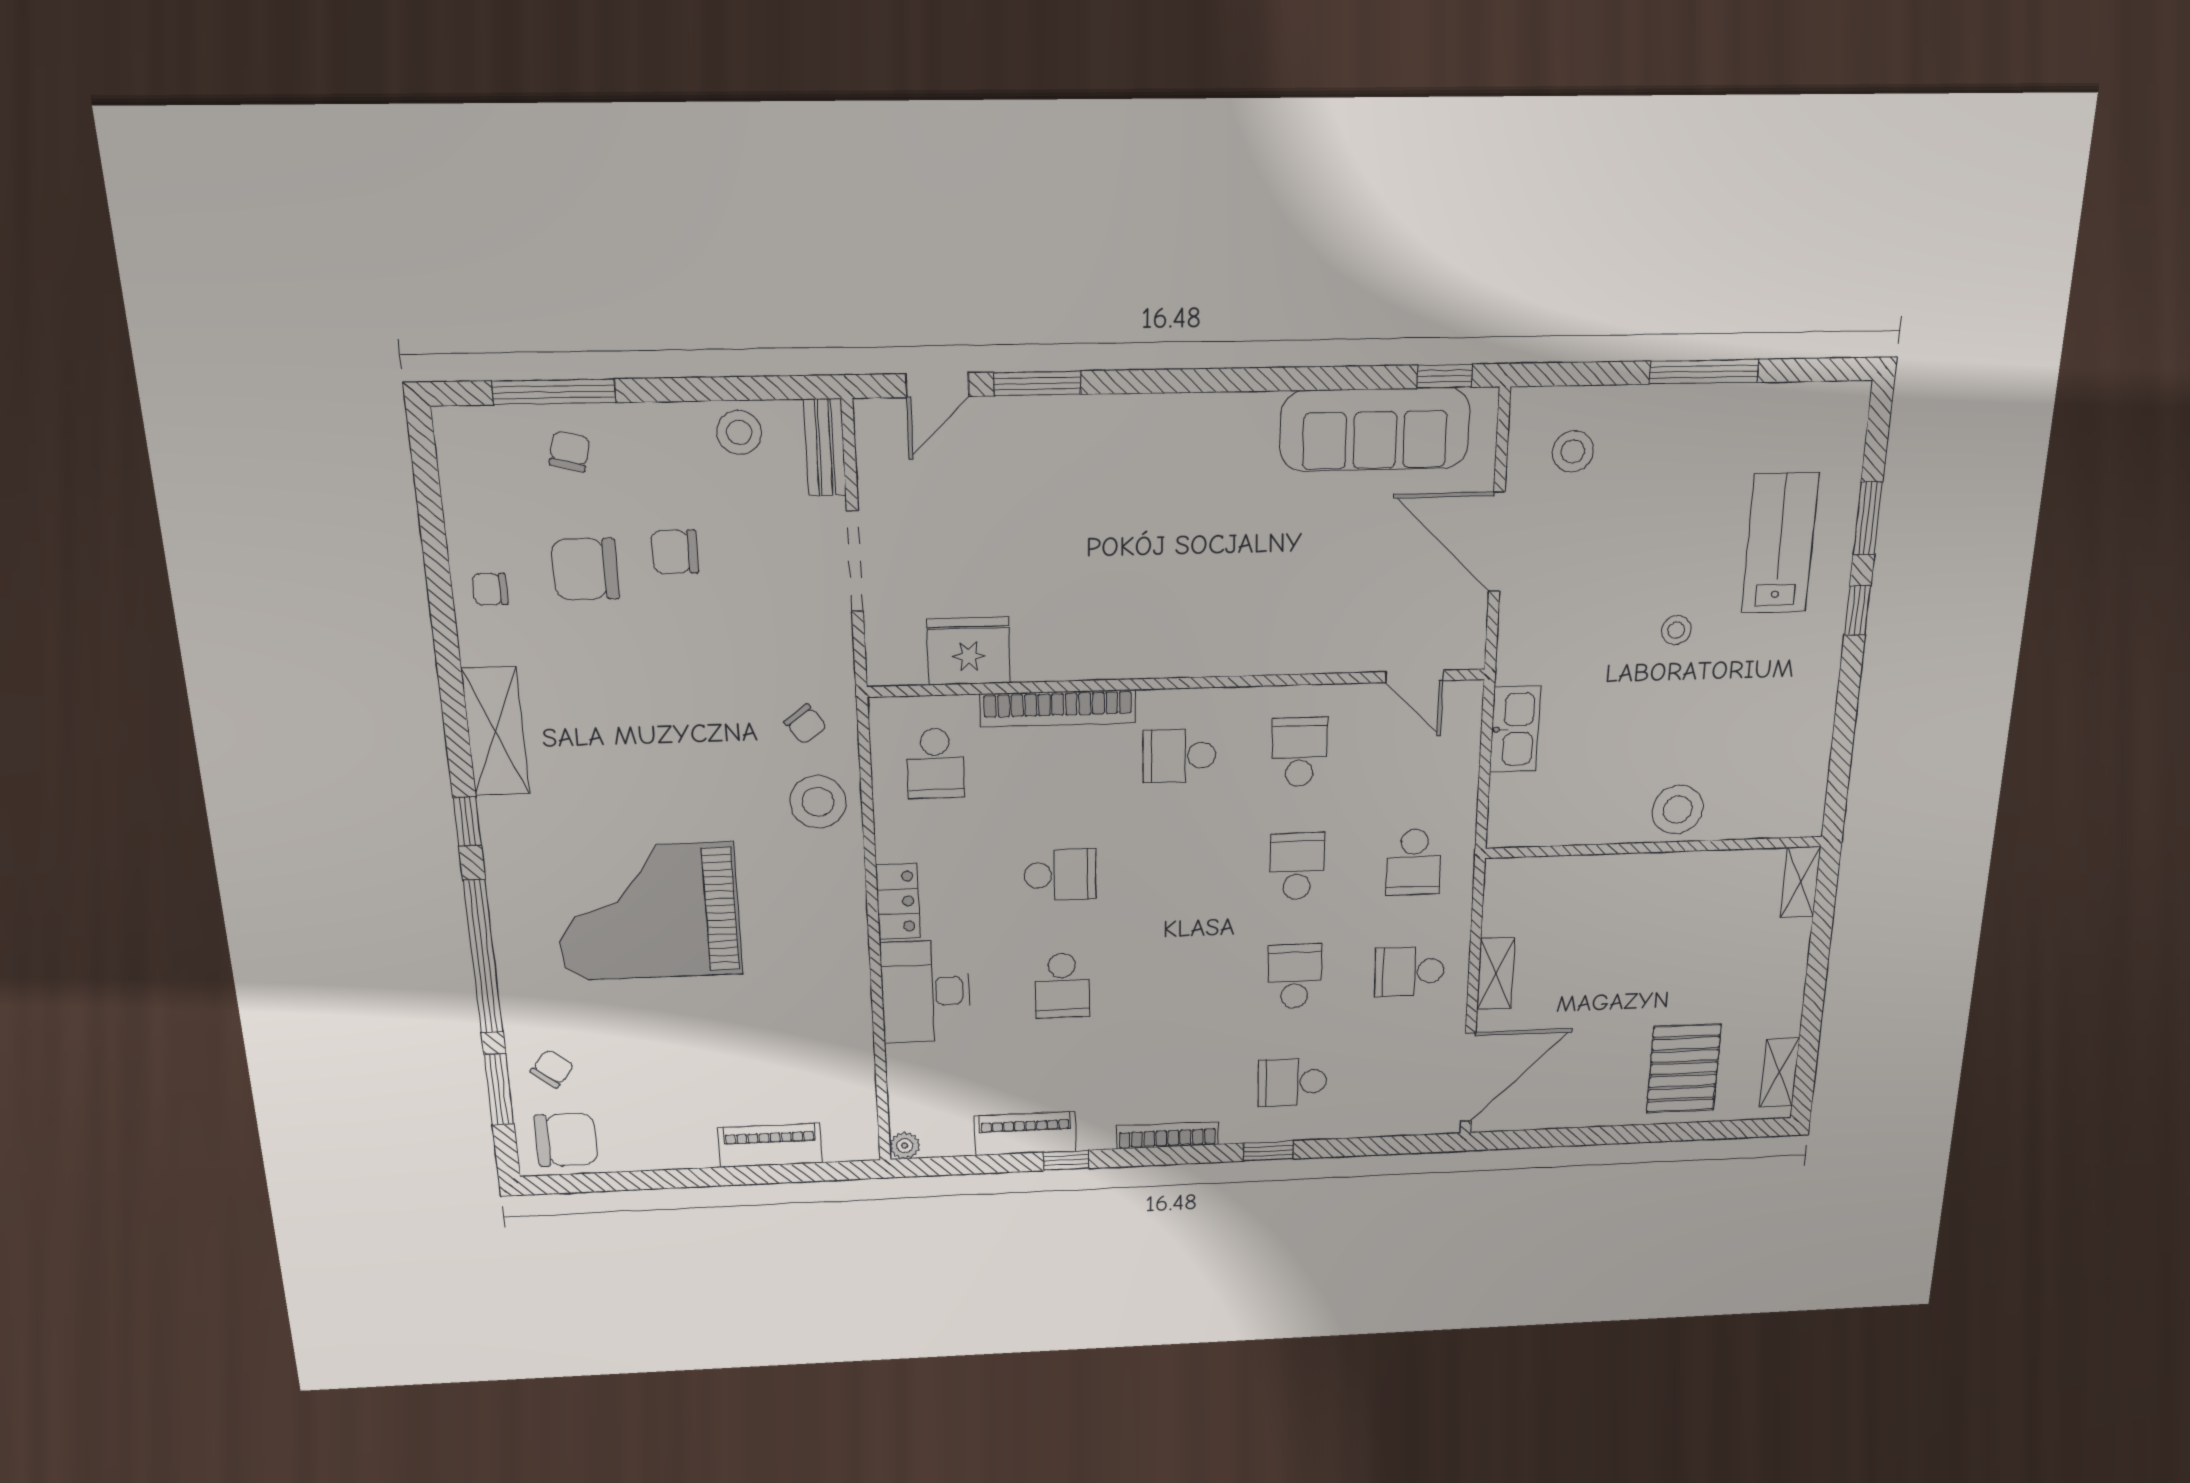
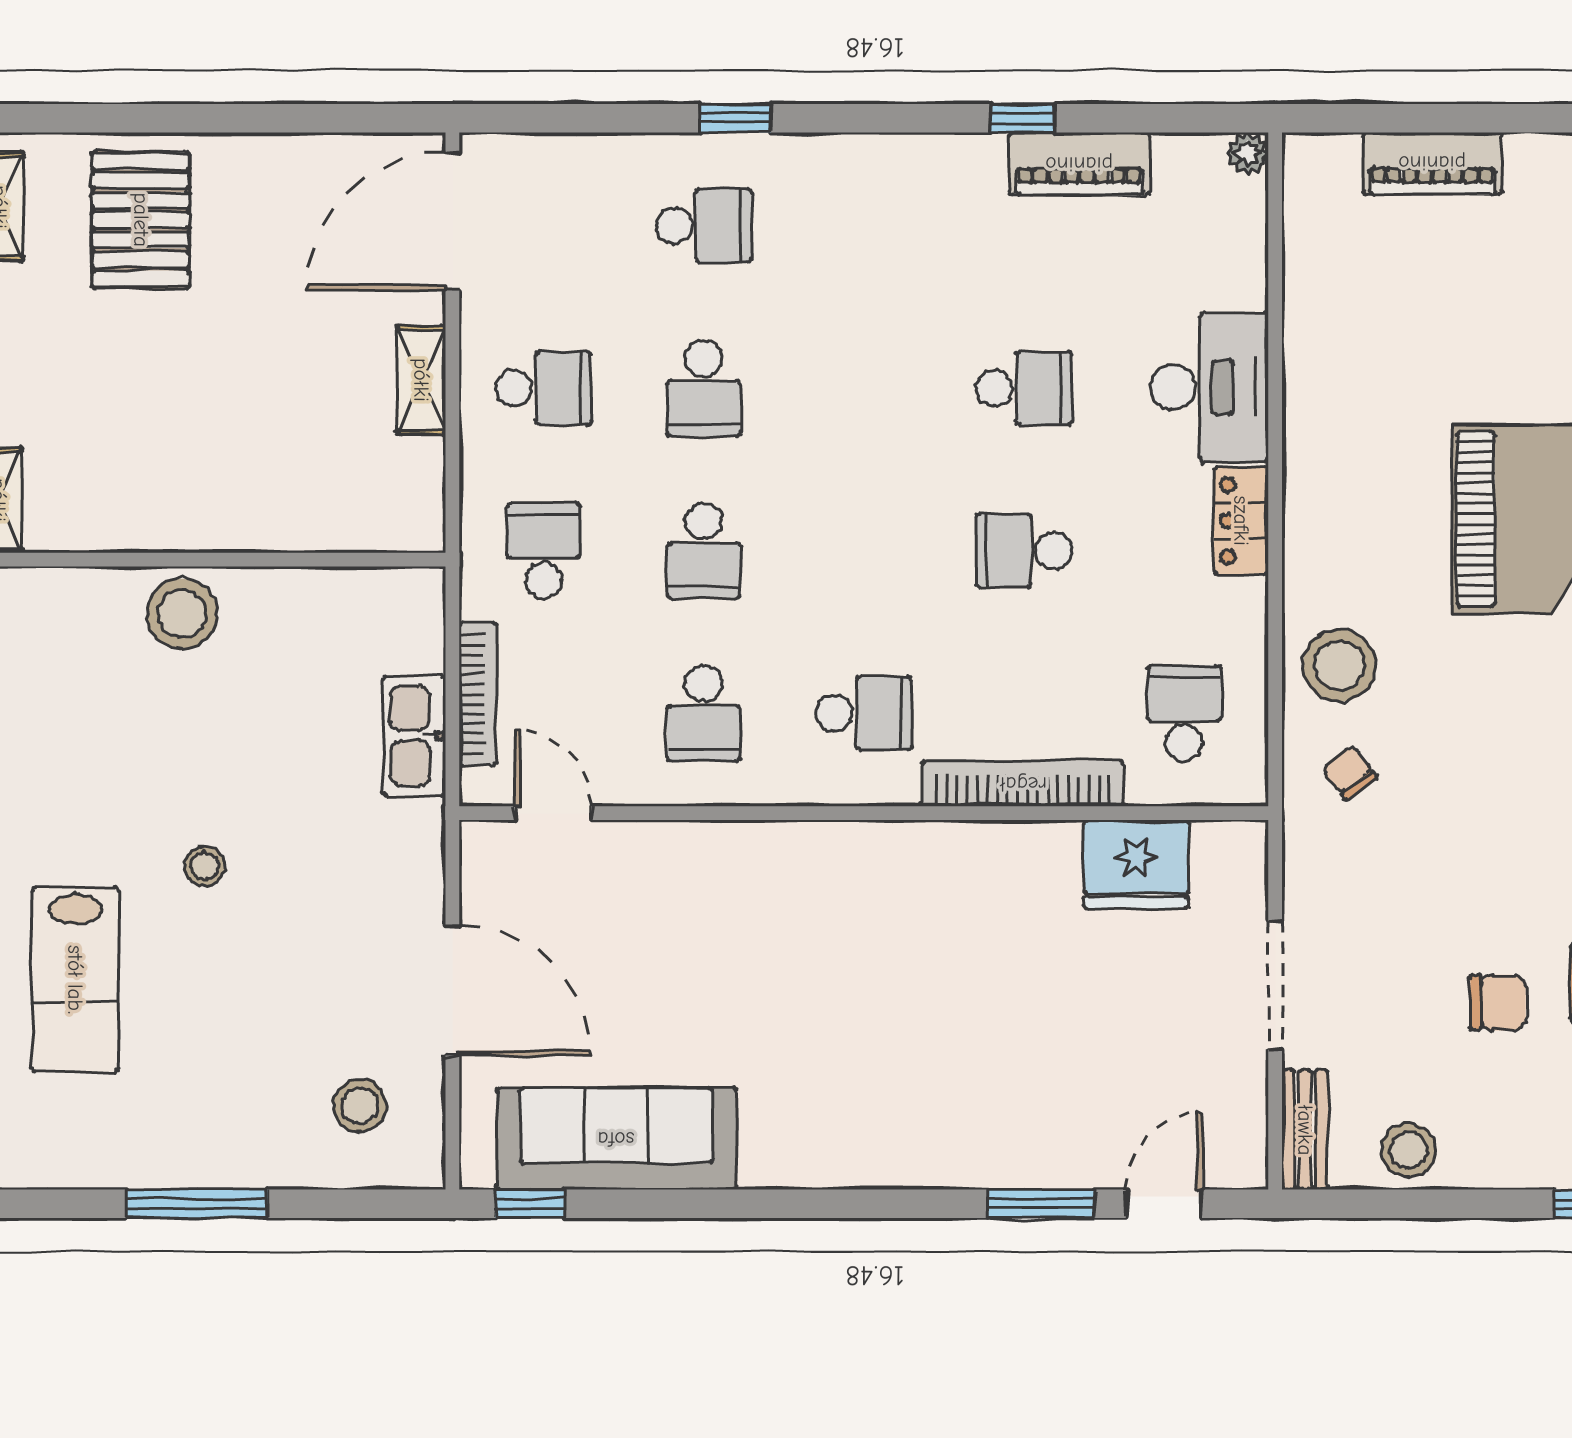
school desk: (1062, 986) -> (1024, 388), turned 90
bookcase: (1167, 1135) -> (478, 694), moved, turned -90

